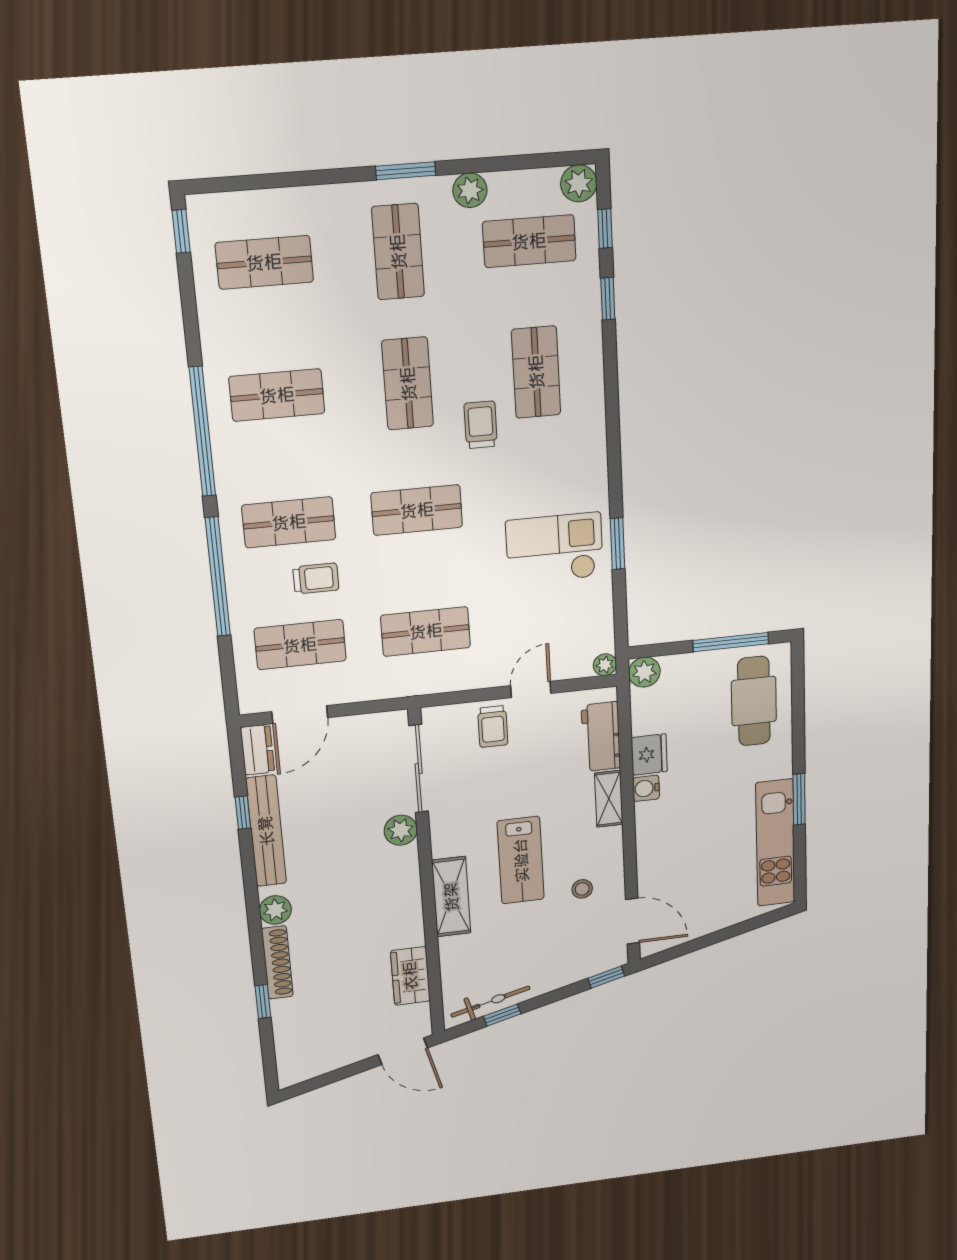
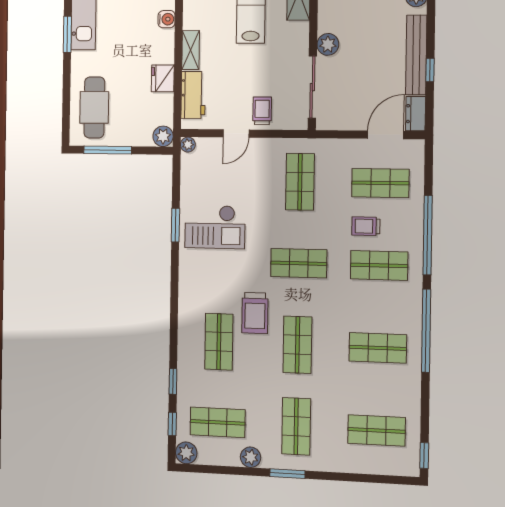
trolley: (481, 425) -> (255, 313), width x1.36, depth x1.39
shop shelf: (426, 631) -> (300, 182), turned 90
water cooler: (646, 788) -> (167, 19), moved

